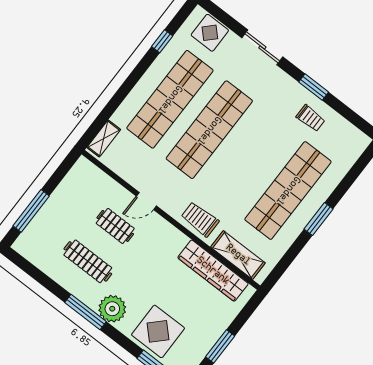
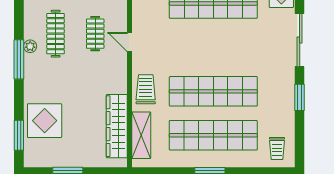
sliding door: (262, 47) -> (300, 40), width x1.37
trolley: (311, 118) -> (277, 148), moved
shop shelf: (209, 130) -> (213, 91), moved
plant: (112, 309) -> (30, 46), moved, width x0.53, depth x0.53

